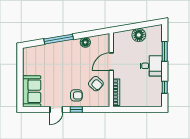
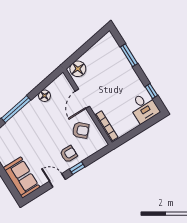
floor lamp: (139, 35) -> (78, 69), moved
desk: (151, 66) -> (144, 108), moved, turned 90
door: (56, 109) -> (57, 180), swing flipped

